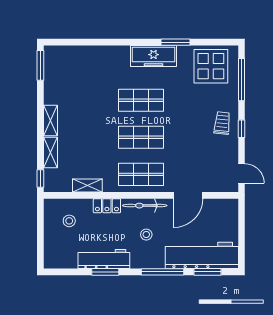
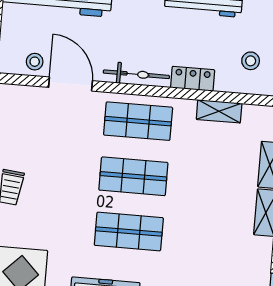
door: (188, 195) -> (70, 84), hinge flipped
stool: (146, 235) -> (35, 62), moved

